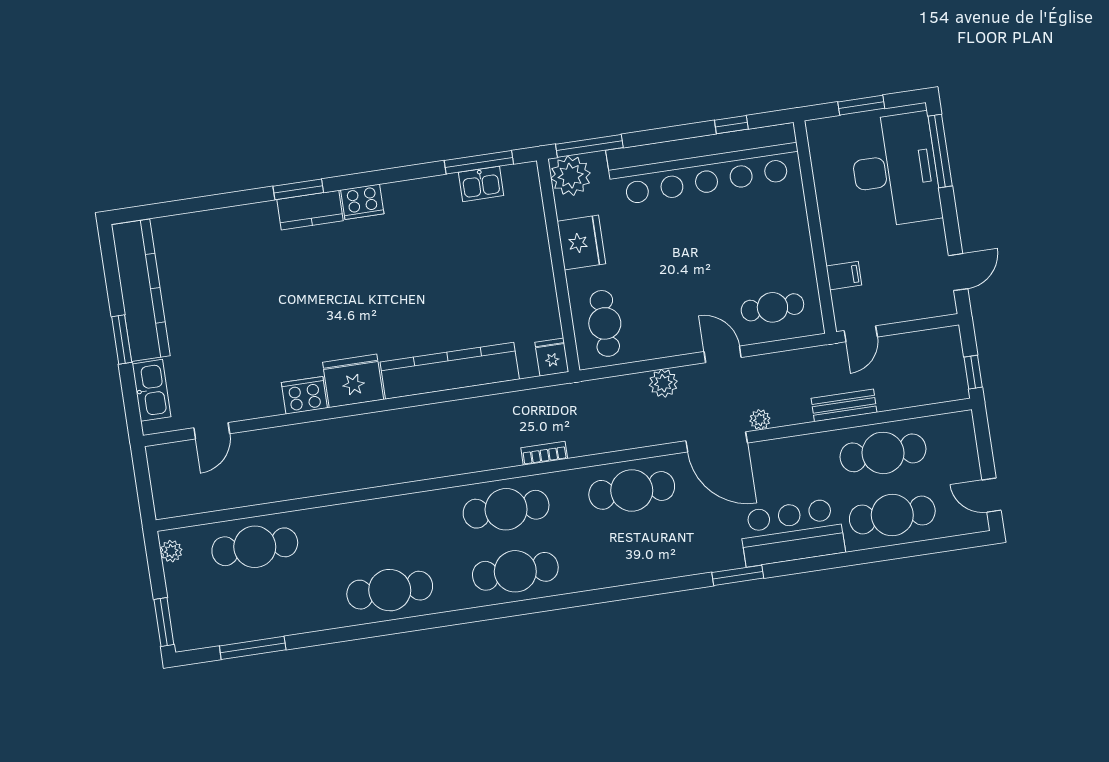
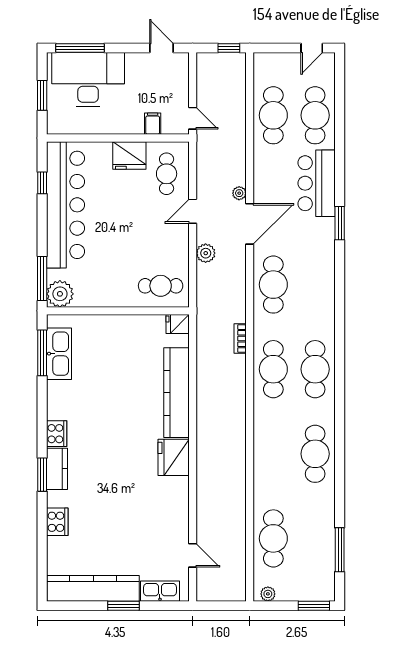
kitchen sink: (481, 184) -> (59, 354), width x1.88, depth x1.24
fridge: (581, 243) -> (129, 155), moved, turned 180
cooker: (304, 395) -> (57, 522), moved, turned 180
bench: (844, 405) -> (238, 136), removed

